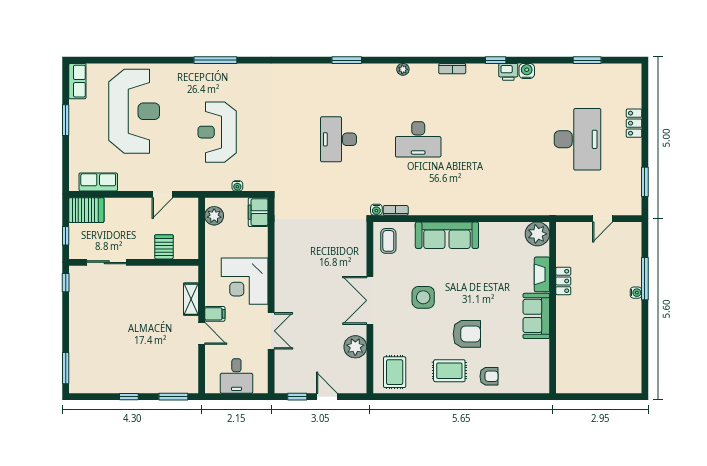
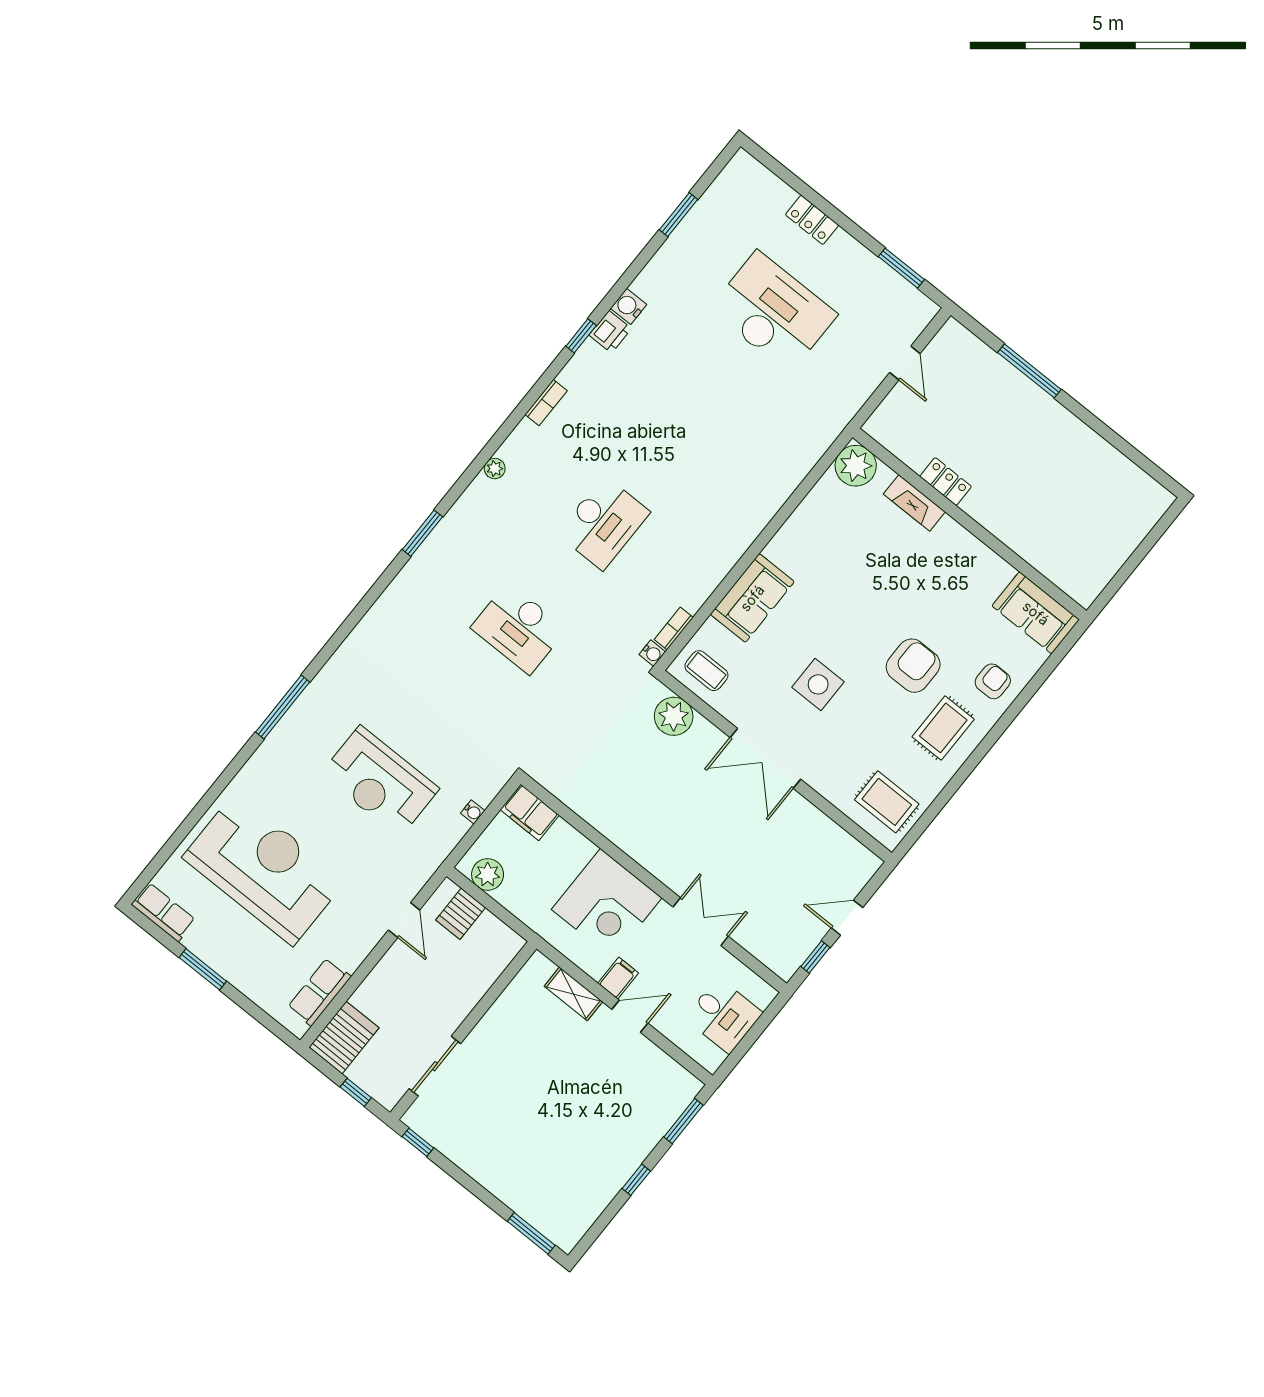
sofa: (447, 235) -> (752, 598), width x0.73
server rack: (164, 247) -> (461, 914), moved, turned -90
water cooler: (636, 293) -> (1038, 398), removed
sofa: (536, 316) -> (1036, 613), moved
plant: (355, 347) -> (674, 716), moved

